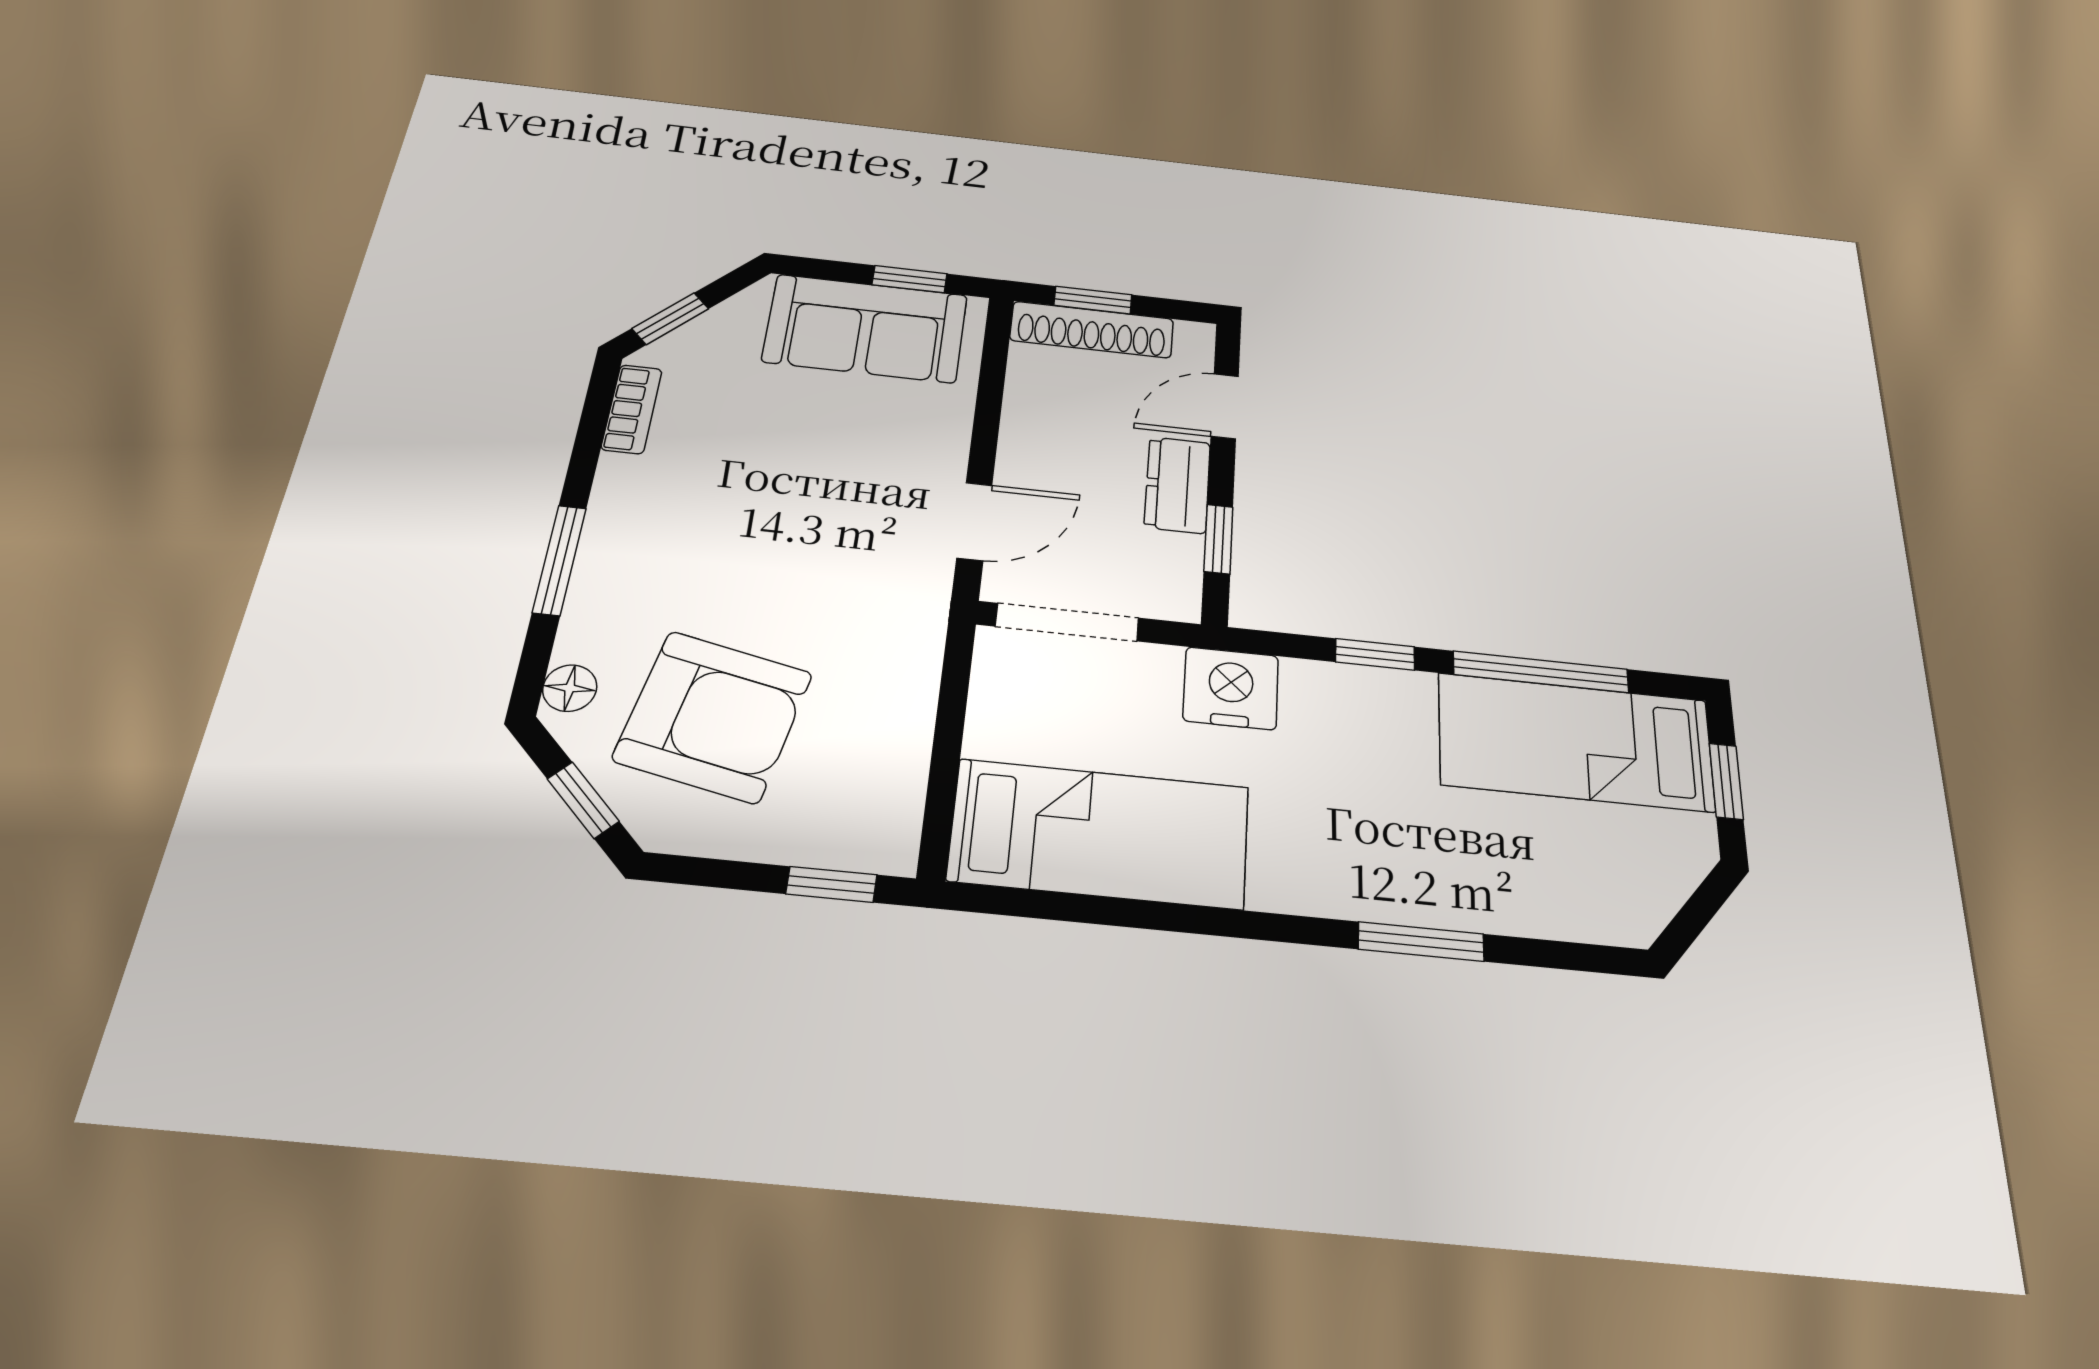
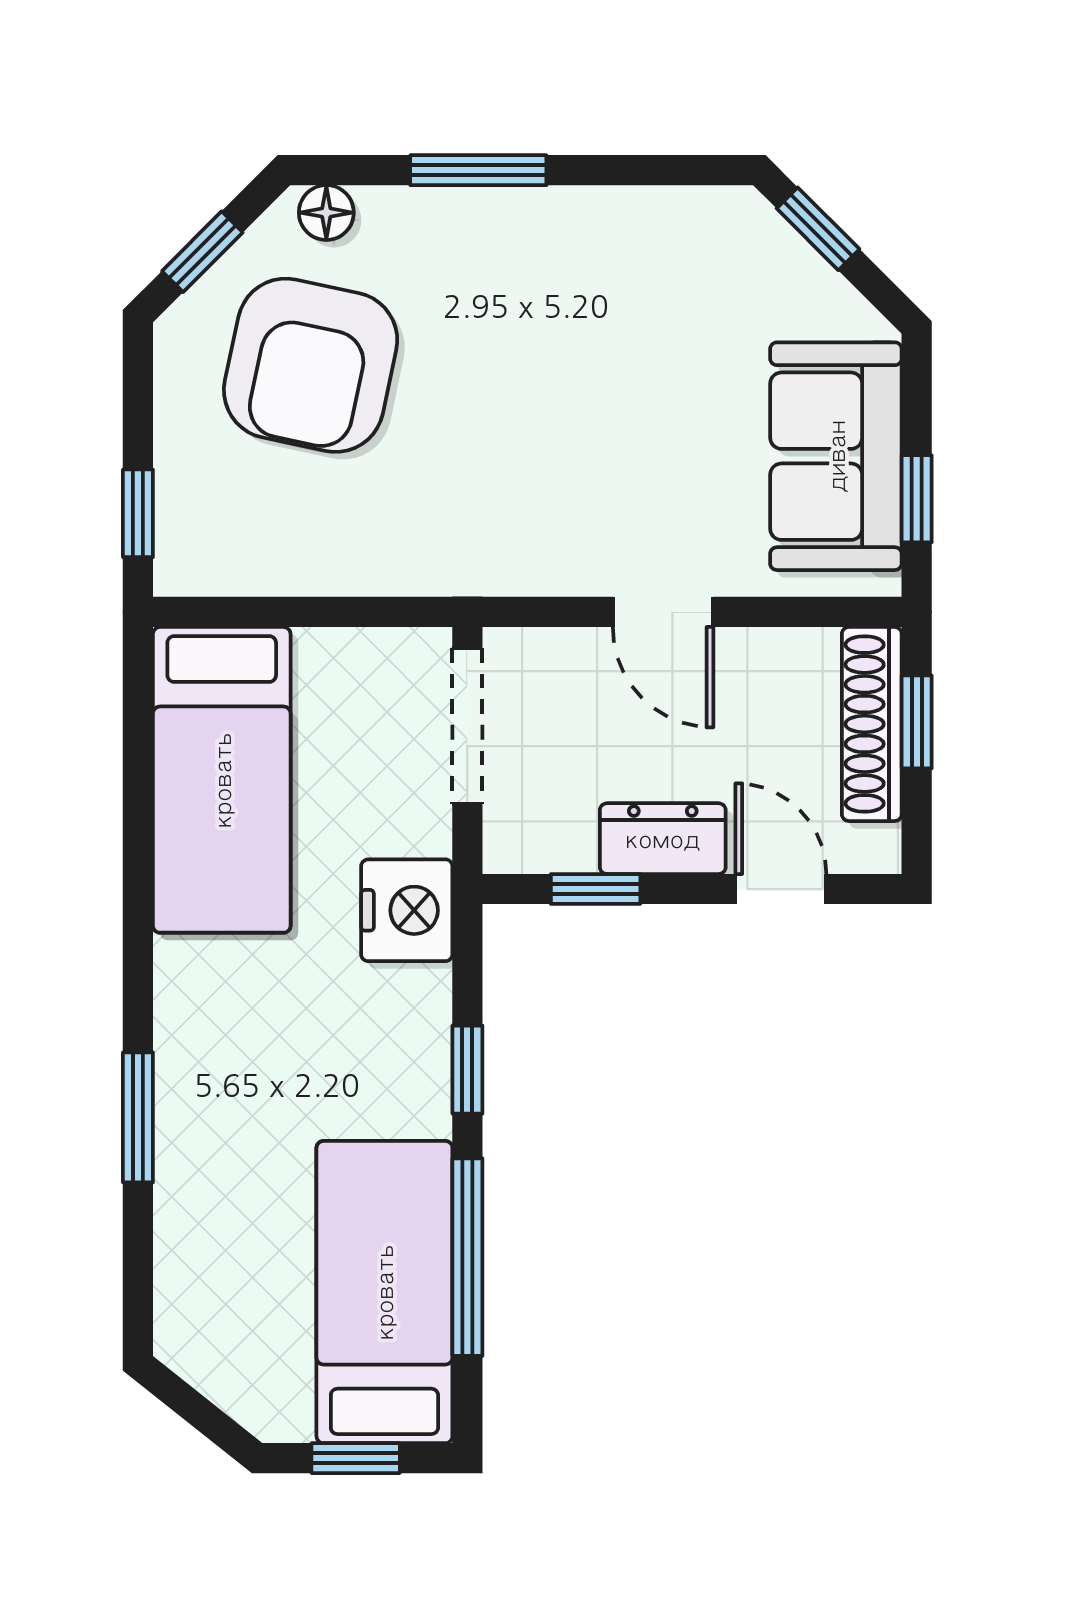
bookcase: (632, 409) -> (685, 209), removed
door: (975, 521) -> (663, 612), moved

